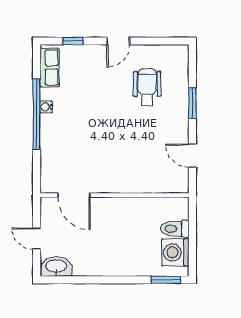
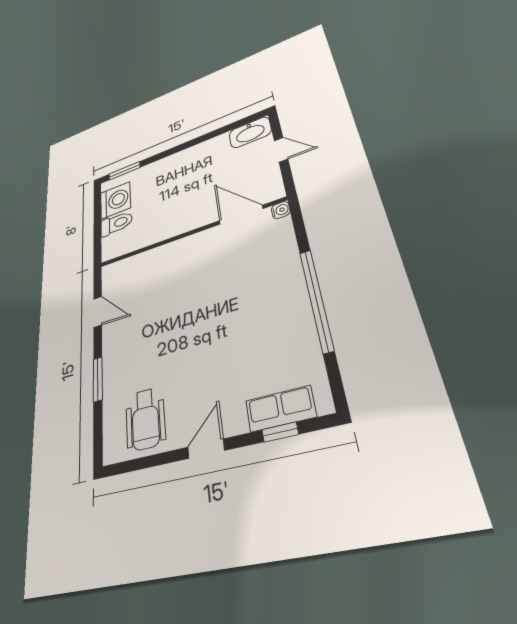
row of seats: (49, 67) -> (280, 409), moved, turned 90
wheelchair: (147, 87) -> (145, 419), moved
water cooler: (46, 107) -> (281, 210), moved

